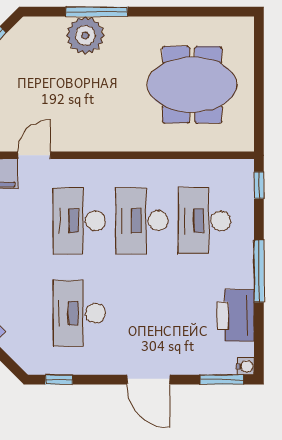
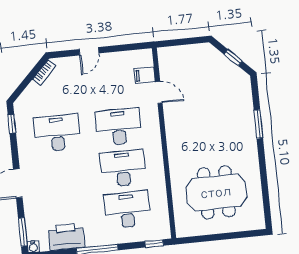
window: (97, 12) -> (258, 124), width x0.69
plant: (85, 35) -> (242, 118), removed
meeting table: (192, 85) -> (216, 192), turned 90

